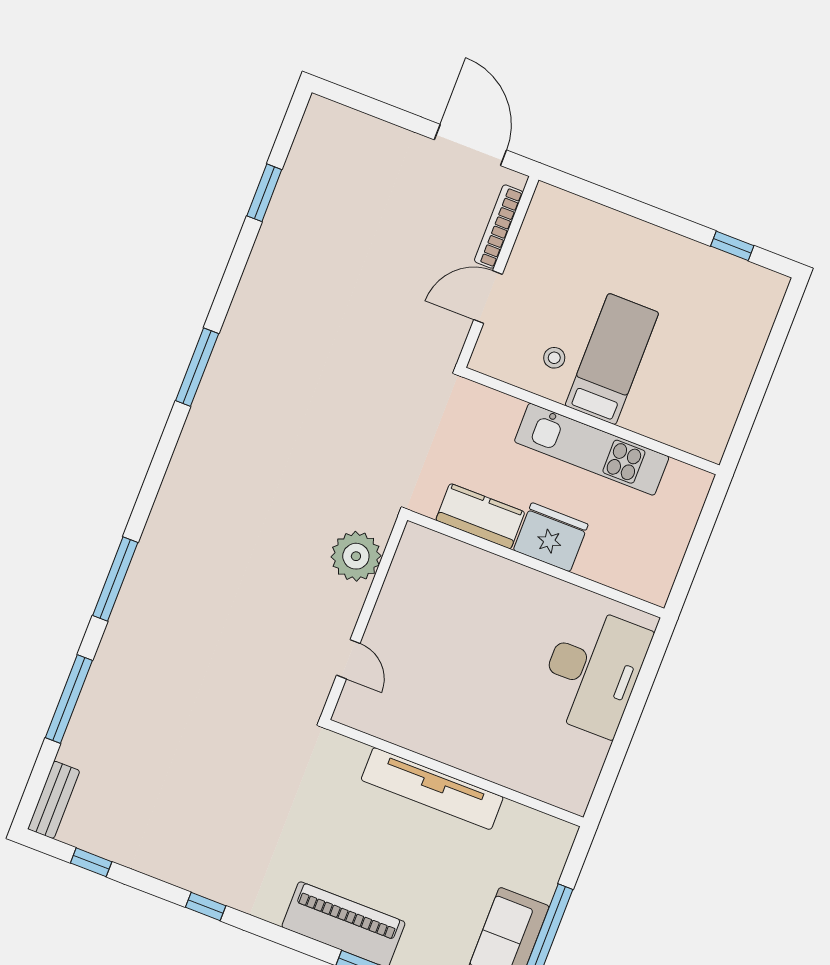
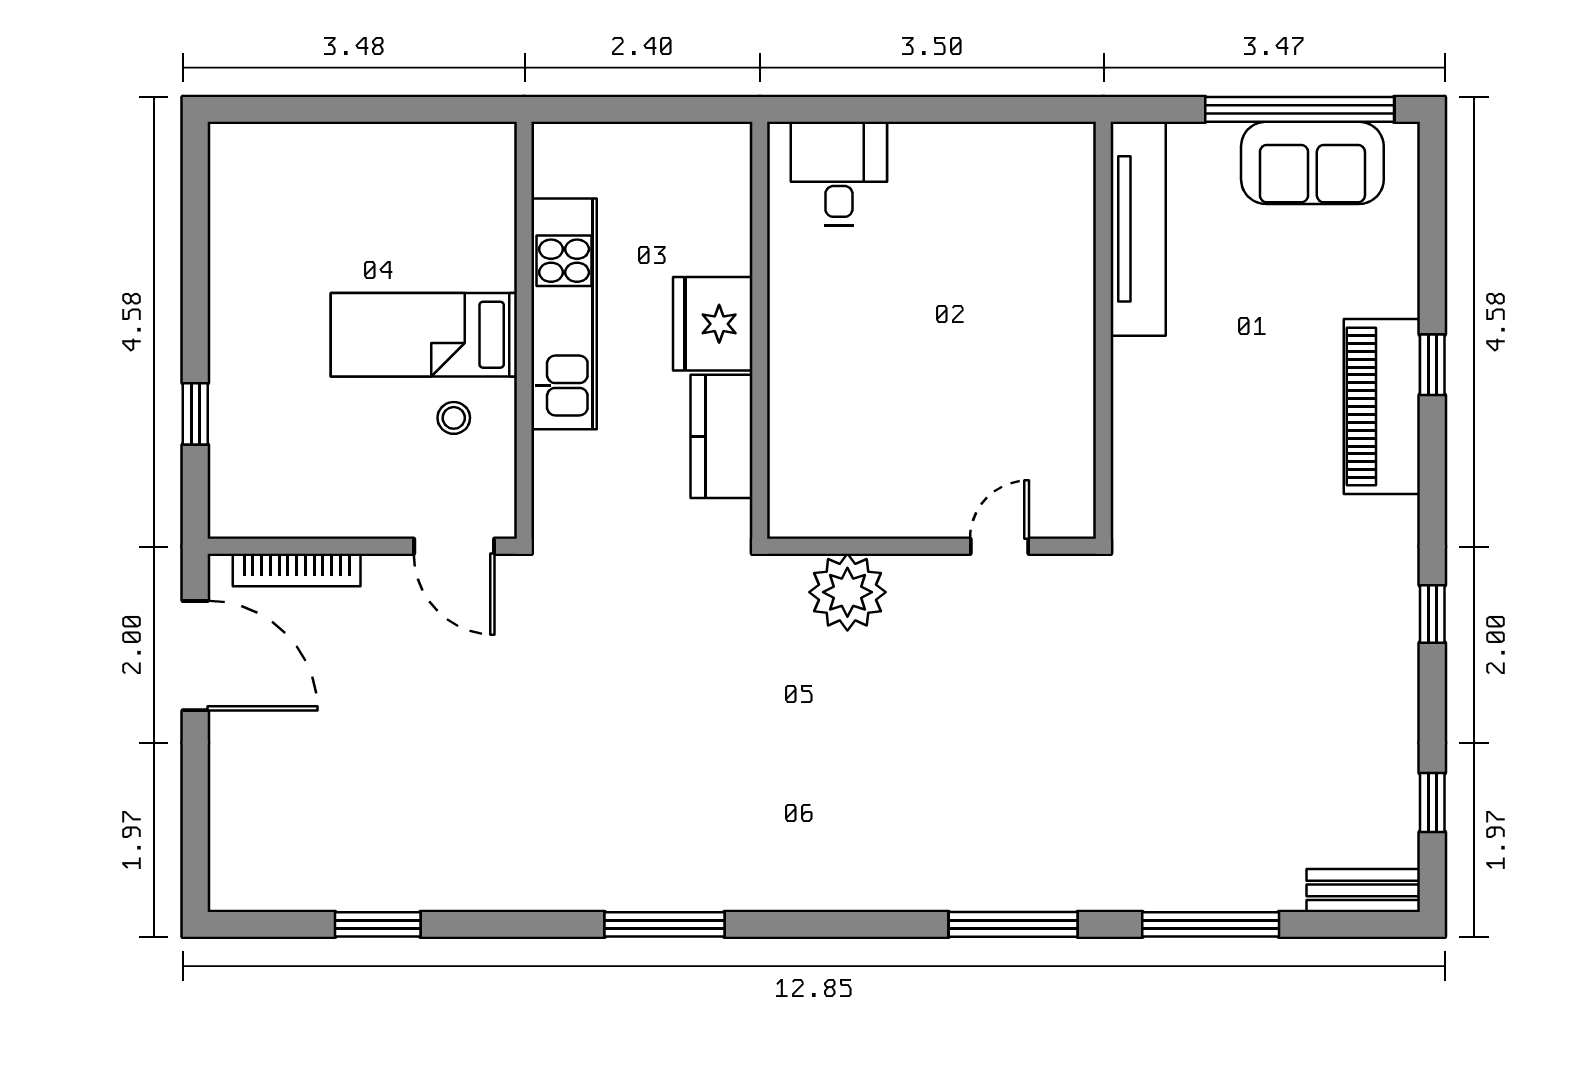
door: (470, 145) -> (195, 656), swing flipped
window: (732, 246) -> (195, 414), moved
door: (488, 297) -> (454, 546), moved
desk: (593, 671) -> (839, 173), width x0.53, depth x0.77
tv unit: (432, 789) -> (1138, 229), moved

